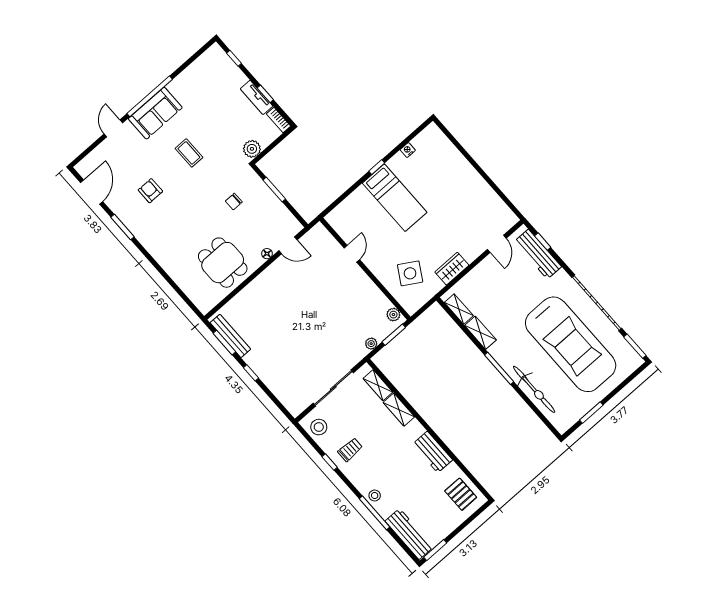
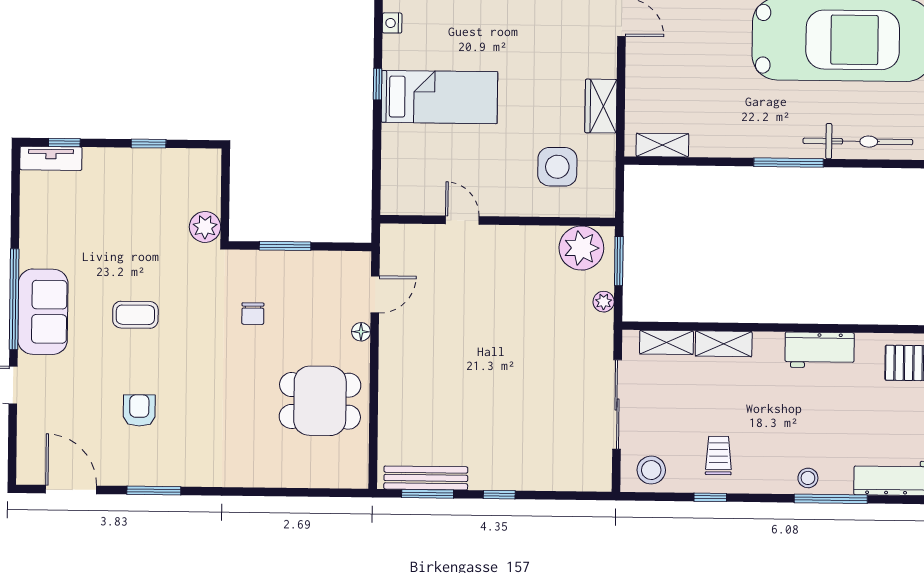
tv unit: (257, 97) -> (51, 158), moved
bookcase: (279, 120) -> (199, 157), removed
armchair: (150, 191) -> (139, 410), turned 90
side table: (410, 273) -> (557, 167), turned -31
plant: (393, 315) -> (581, 248), width x1.87, depth x1.87
shelving: (480, 333) -> (719, 145), removed

